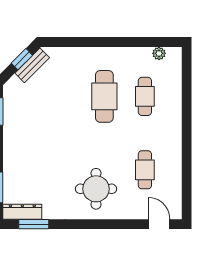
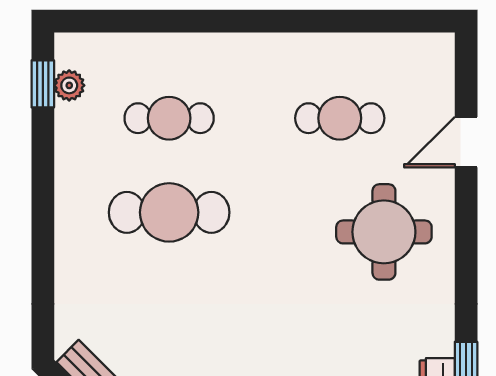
window: (160, 42) -> (43, 84), added
door: (159, 224) -> (466, 142), moved

